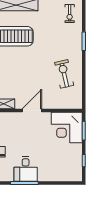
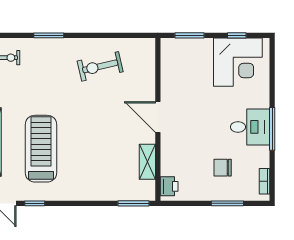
corner desk: (67, 128) -> (238, 62), moved

